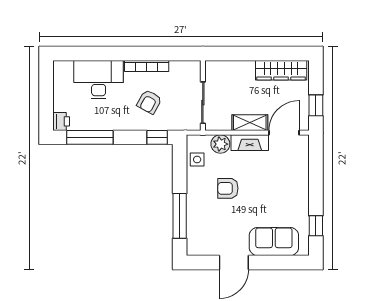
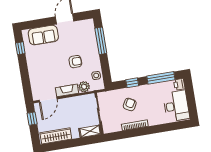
desk: (99, 80) -> (176, 106), moved, turned -90
shelving: (250, 123) -> (90, 131), moved
window: (157, 137) -> (132, 83), moved

